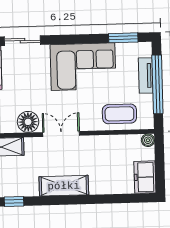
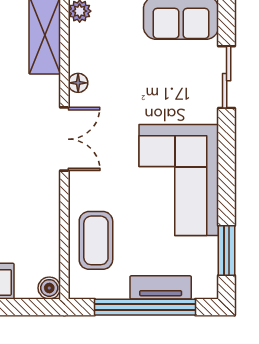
floor lamp: (28, 122) -> (78, 83), width x0.53, depth x0.53

